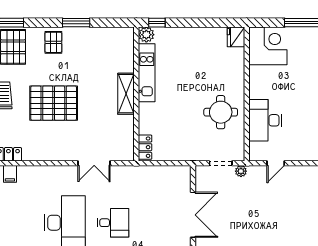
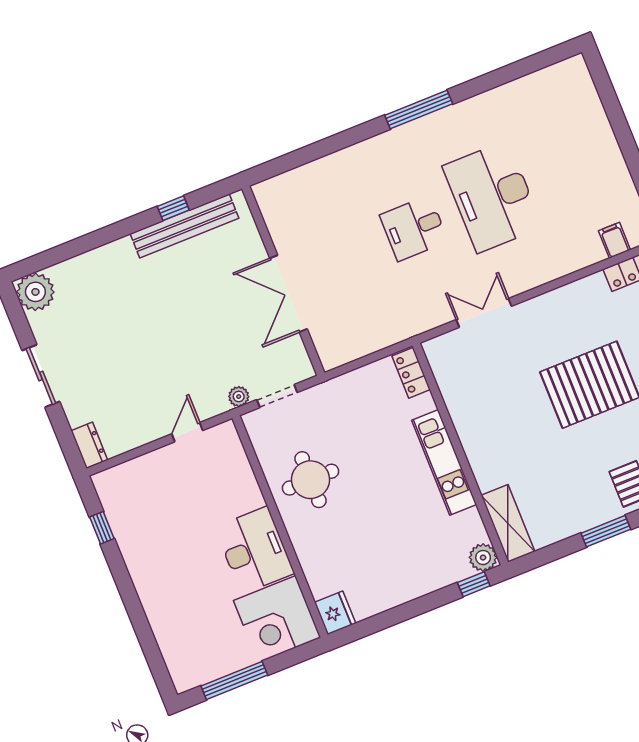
kitchen unit: (147, 73) -> (444, 462), moved
shelving: (126, 94) -> (508, 523), moved
desk: (265, 120) -> (254, 550), moved

